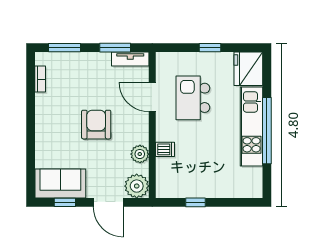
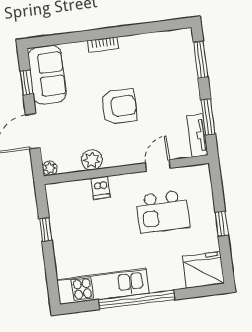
bookcase: (40, 79) -> (103, 44), moved
door: (152, 97) -> (158, 166), width x0.73
kitchen island: (193, 98) -> (163, 211), turned 180
kitchen unit: (252, 127) -> (103, 286), moved
plant: (137, 186) -> (50, 168), width x0.53, depth x0.53

